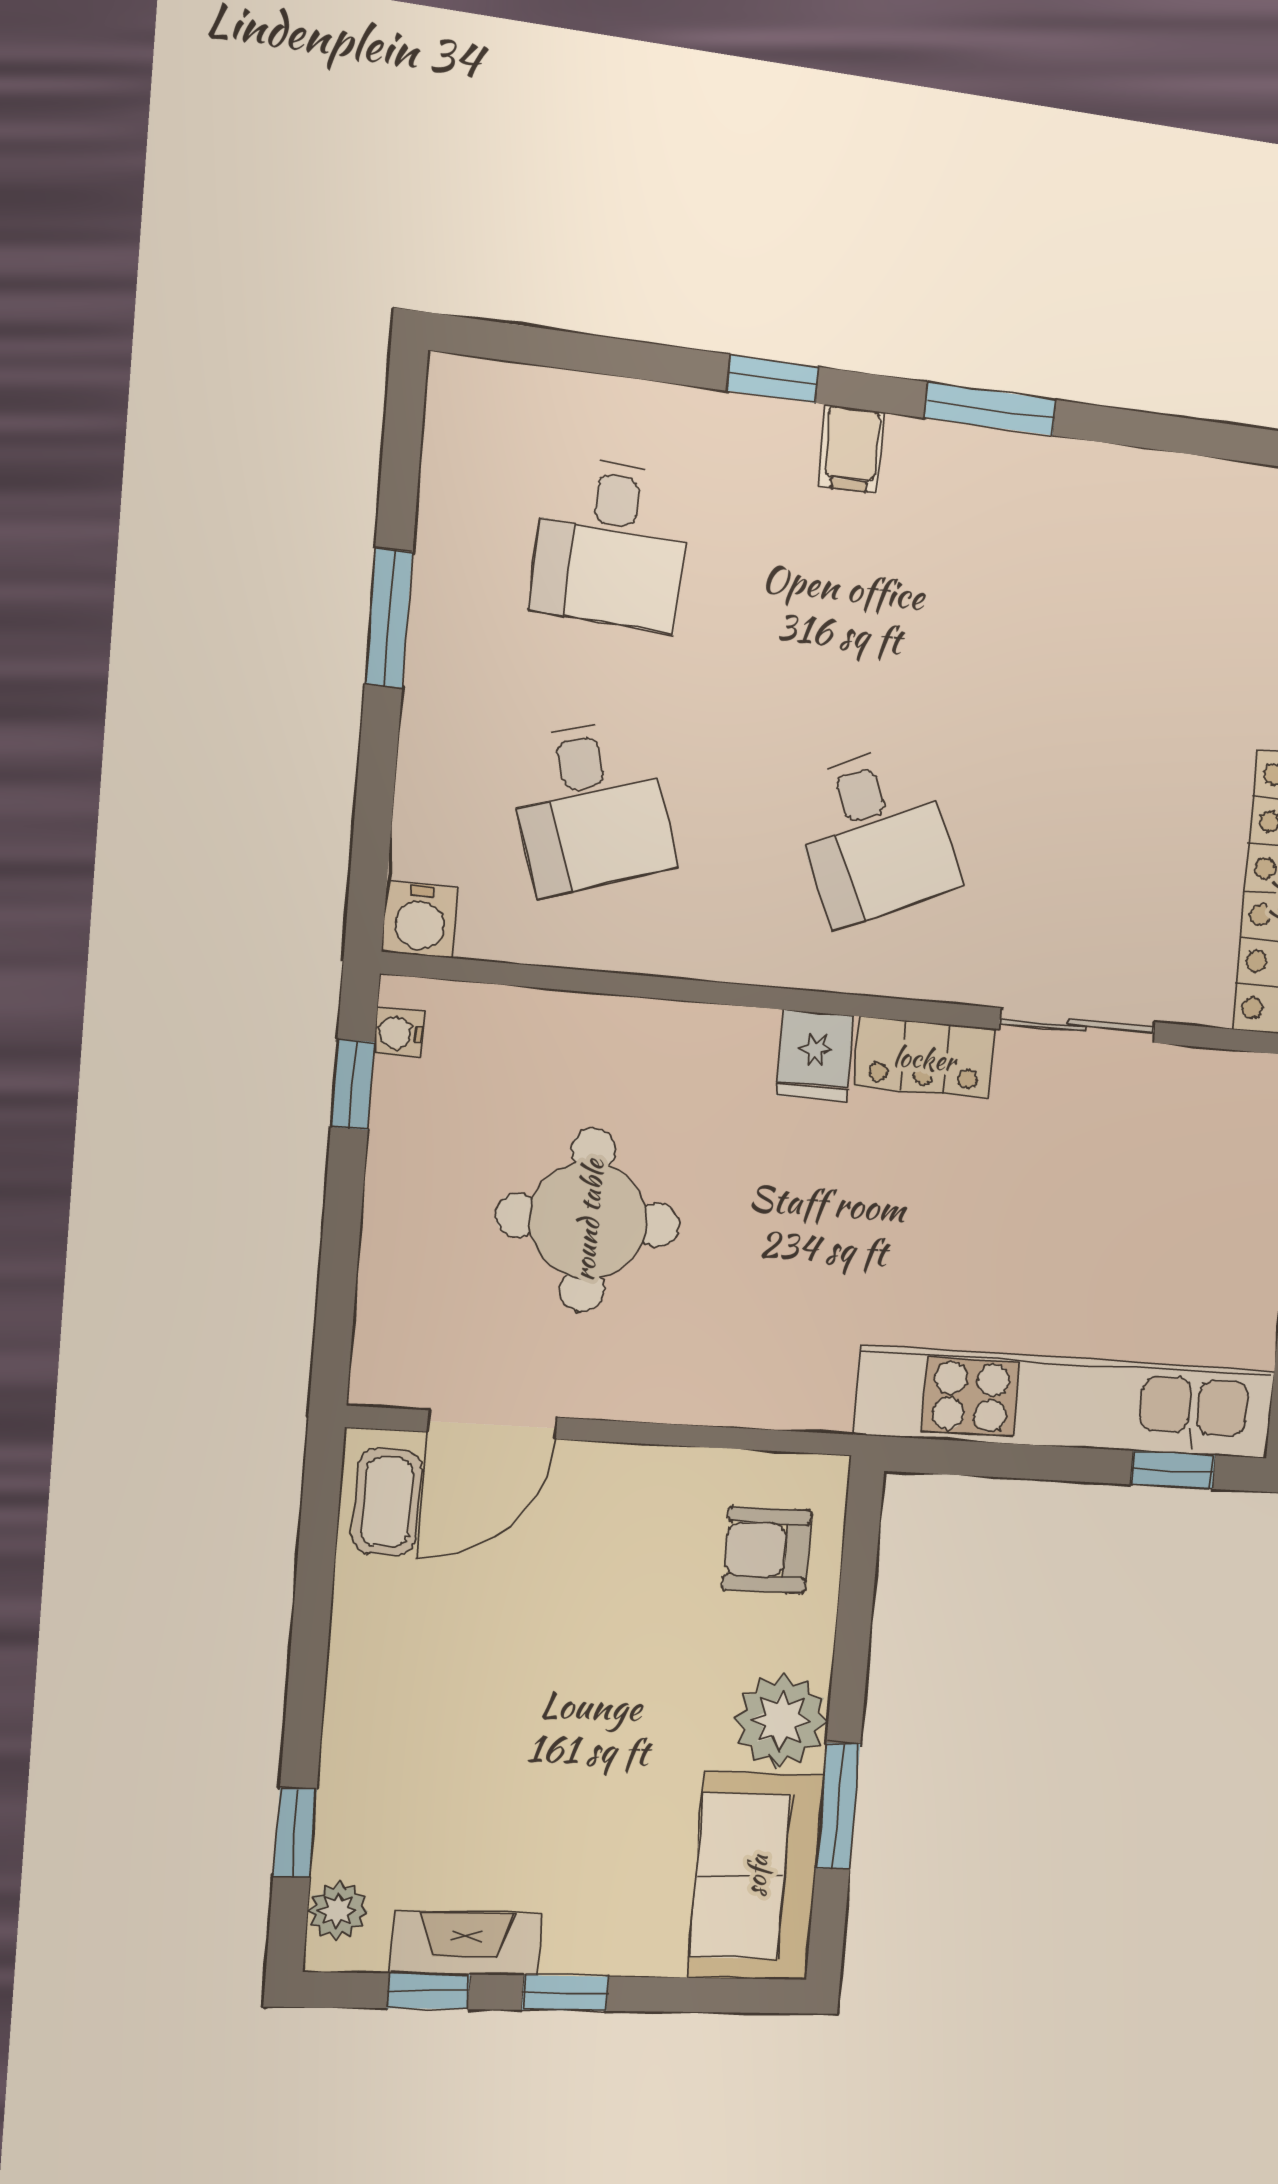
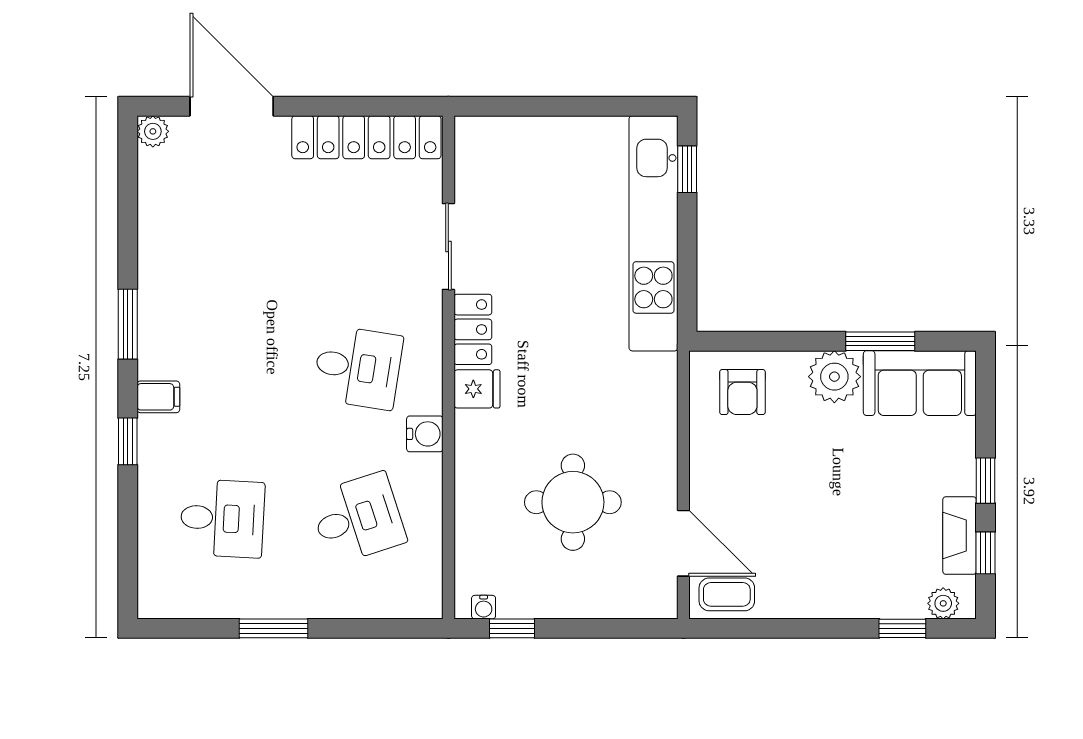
desk: (874, 835) -> (358, 367), turned 33
water cooler: (420, 920) -> (425, 434), moved

